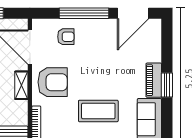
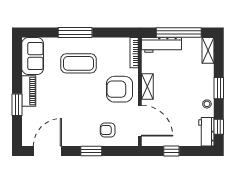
window: (84, 13) -> (91, 151), width x0.47
window: (167, 85) -> (17, 105), moved

